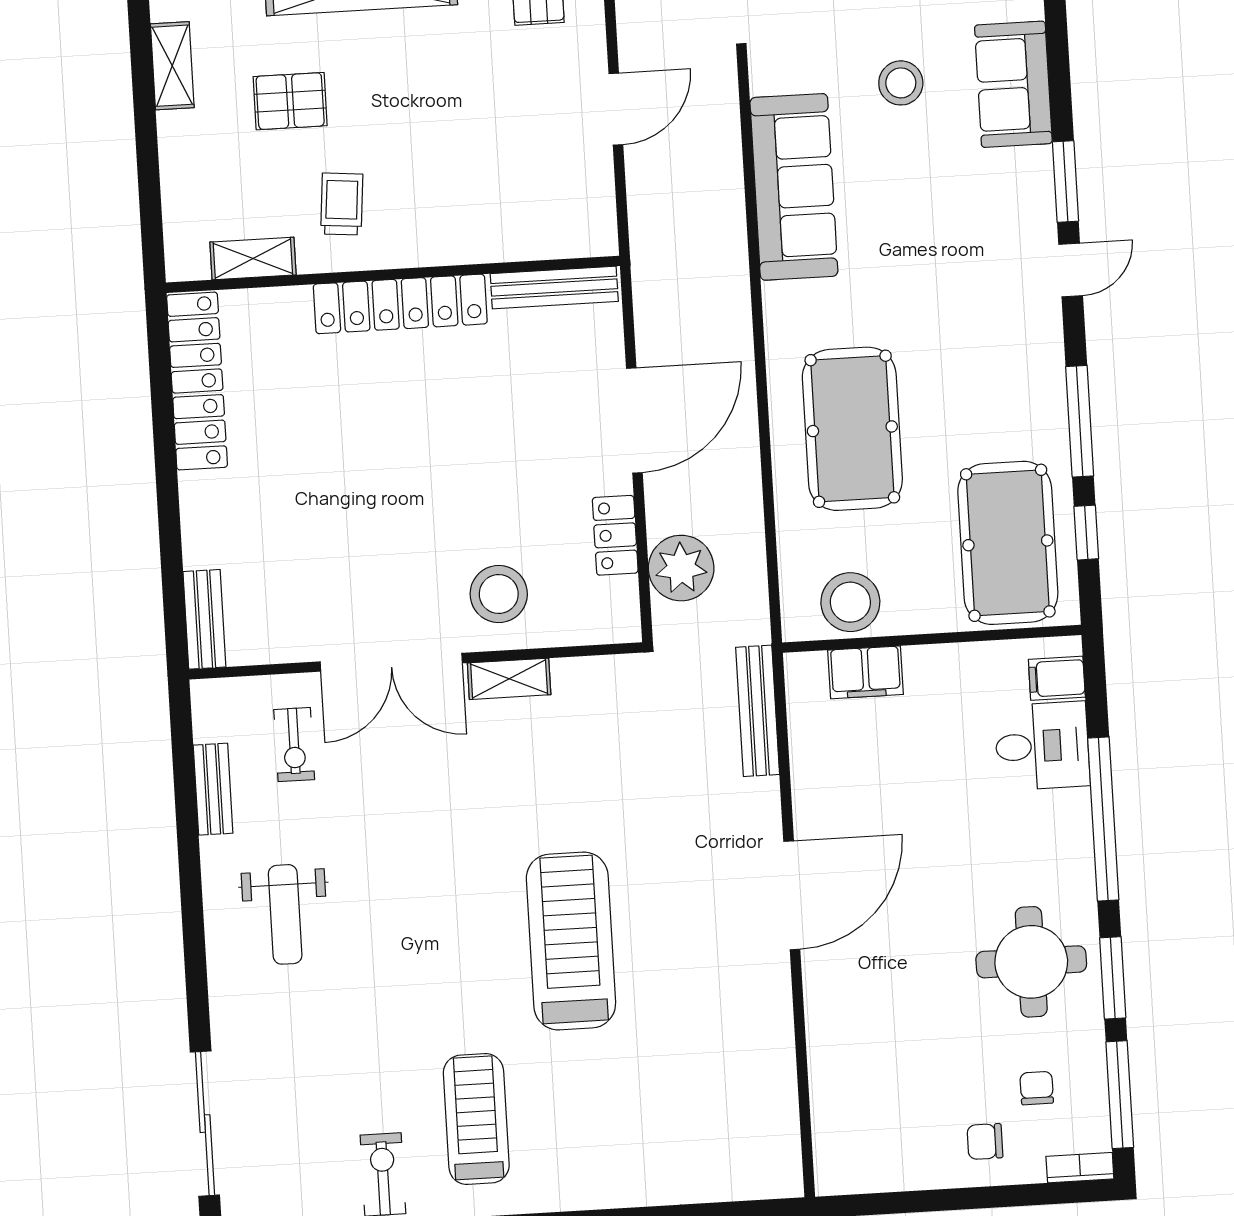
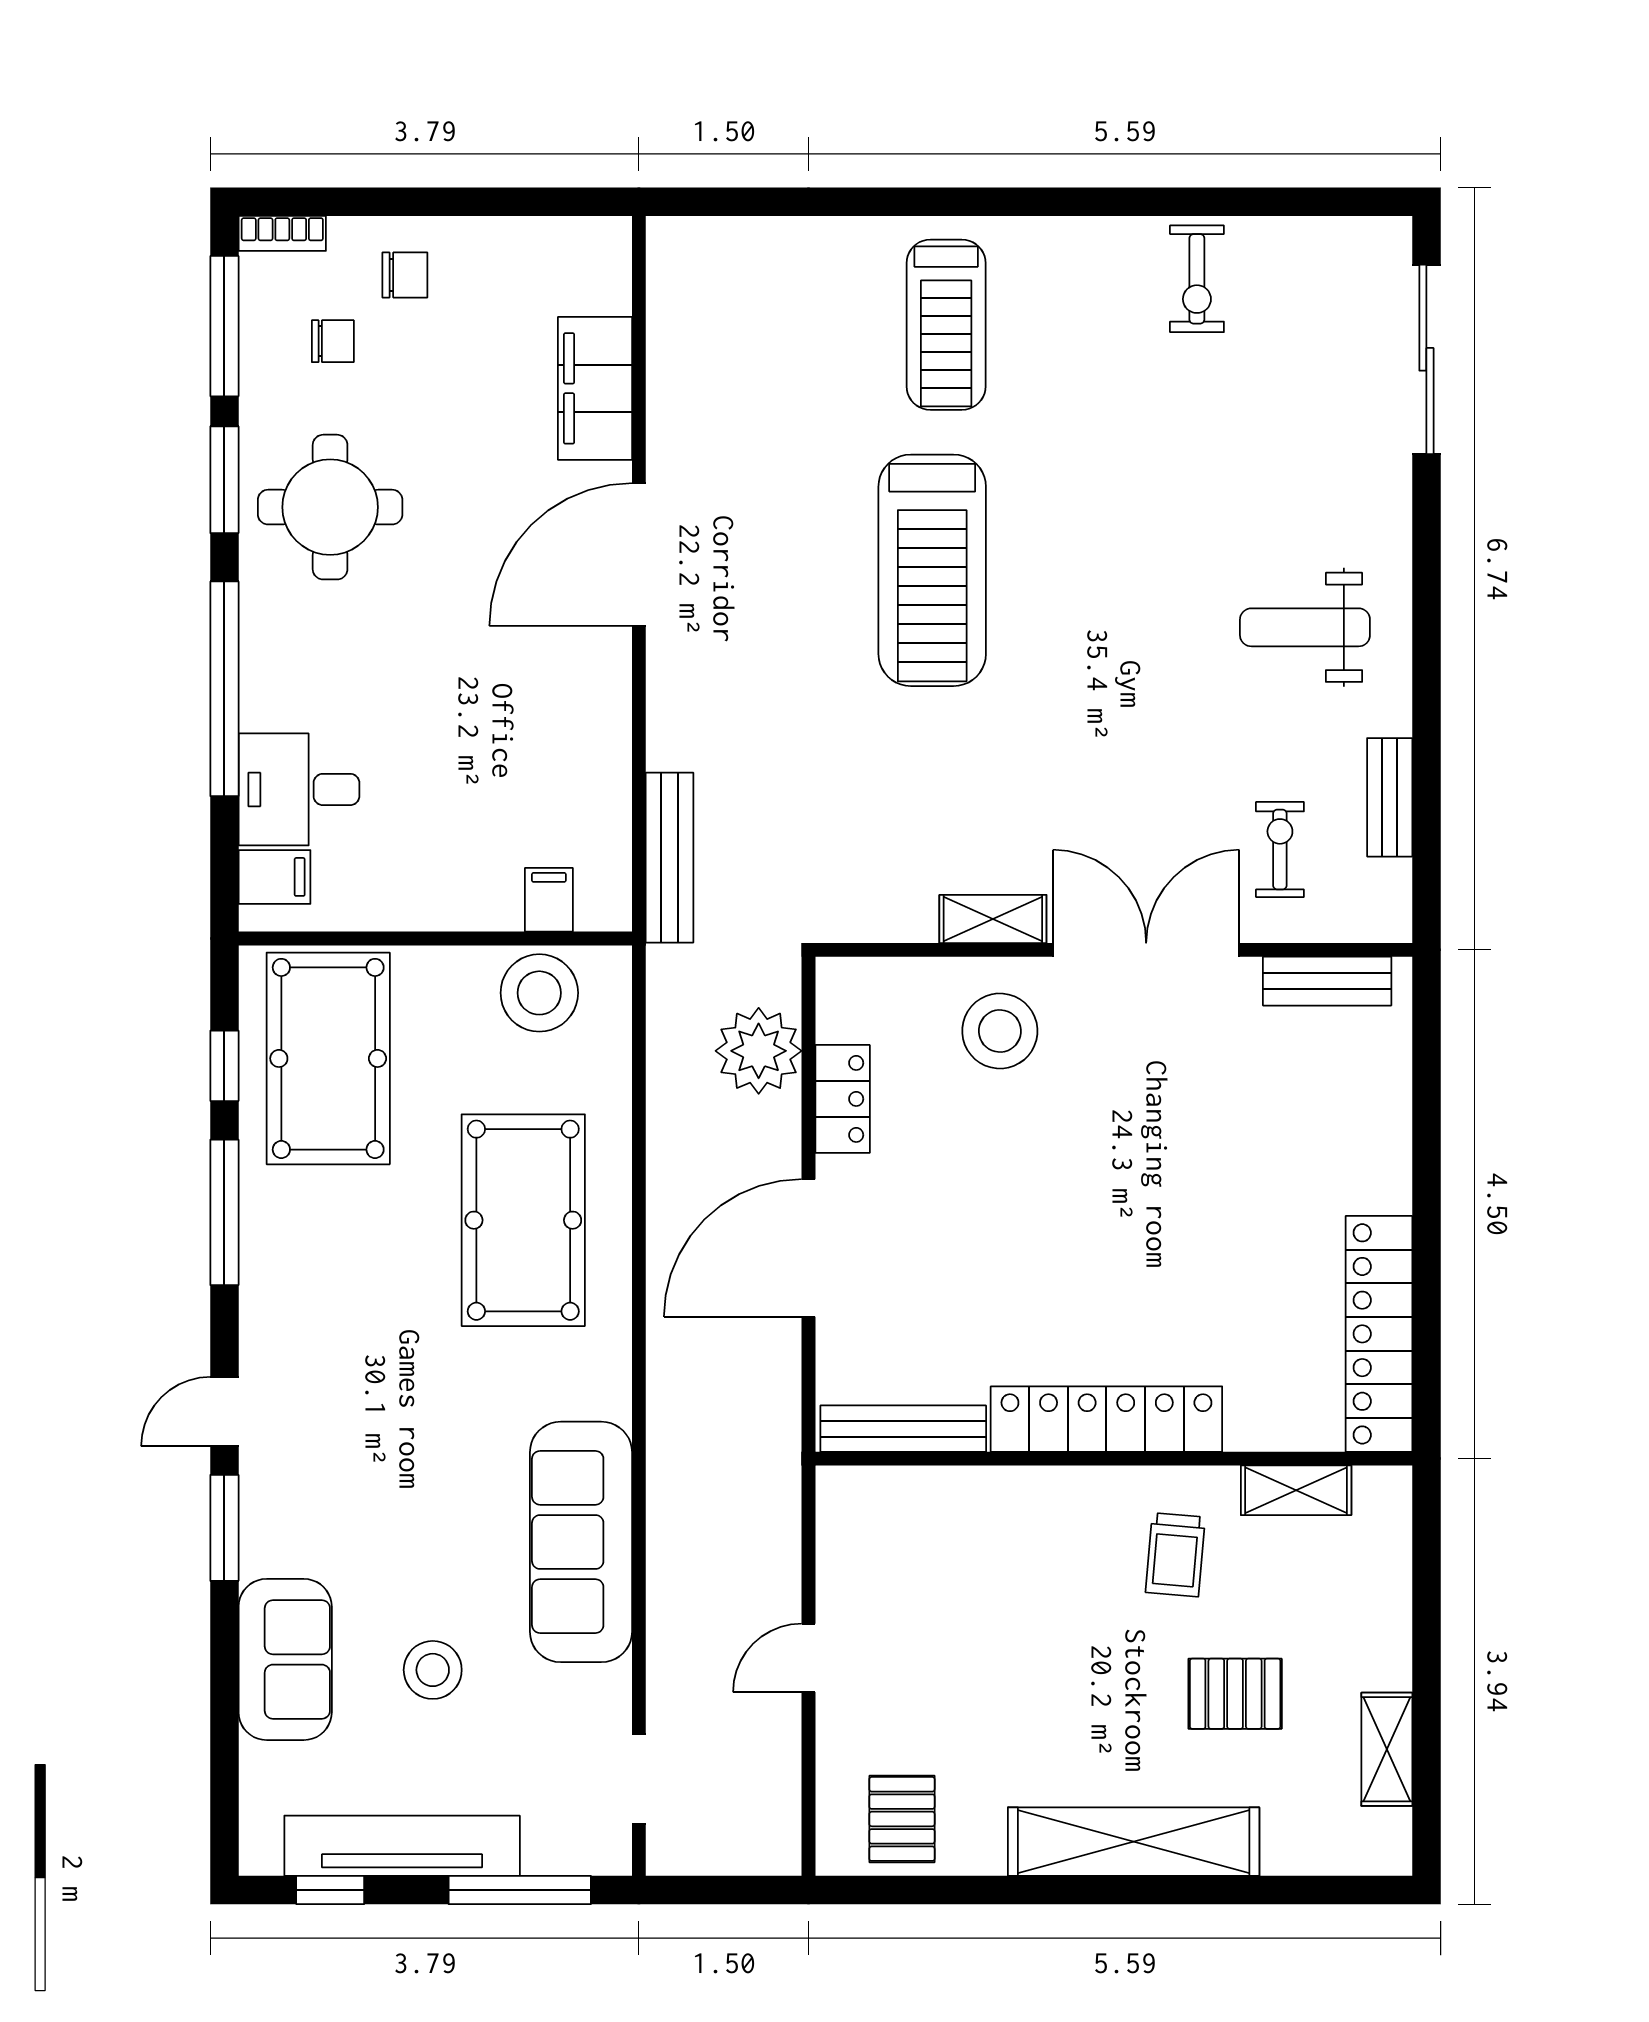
door: (616, 109) -> (808, 1658), width x0.73
bench: (204, 619) -> (1327, 981), moved, turned 90
filing cabinet: (866, 672) -> (549, 900), width x0.50
door: (792, 895) -> (639, 554), moved
weight bench: (285, 914) -> (1305, 627), turned -90
filing cabinet: (835, 1064) -> (595, 388), added
chair: (1037, 1088) -> (333, 341), turned -90
treadmill: (476, 1119) -> (946, 325), moved

